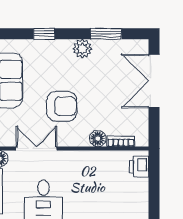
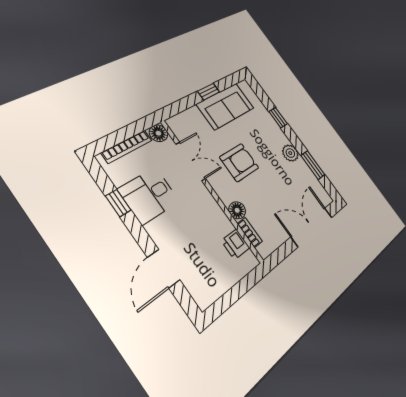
armchair: (62, 106) -> (239, 163), turned -90
printer: (139, 167) -> (235, 244), moved, turned -90

